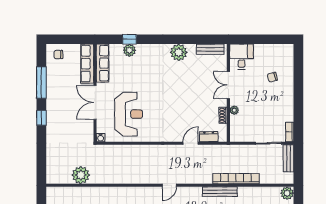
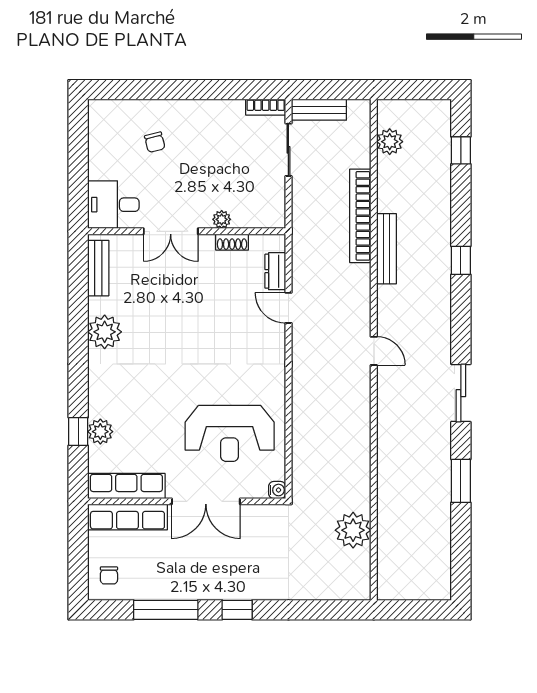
reception desk: (129, 114) -> (230, 433), turned 180
plant: (287, 193) -> (390, 142), moved

